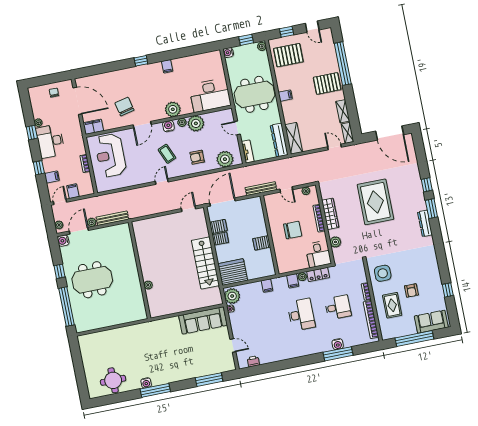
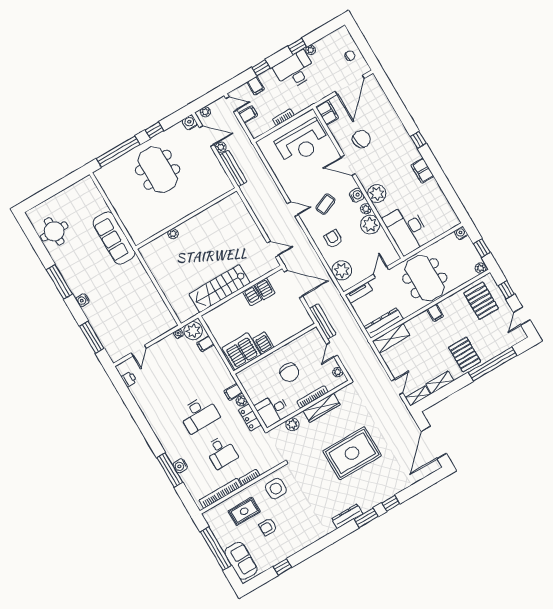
filing cabinet: (167, 66) -> (422, 171), width x2.00
reception desk: (110, 155) -> (302, 142), turned 180
server rack: (233, 272) -> (241, 351), moved, turned -90
filing cabinet: (267, 286) -> (205, 344), moved
sofa: (203, 320) -> (114, 238), moved
water cooler: (146, 383) -> (83, 300), moved

